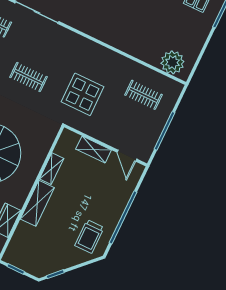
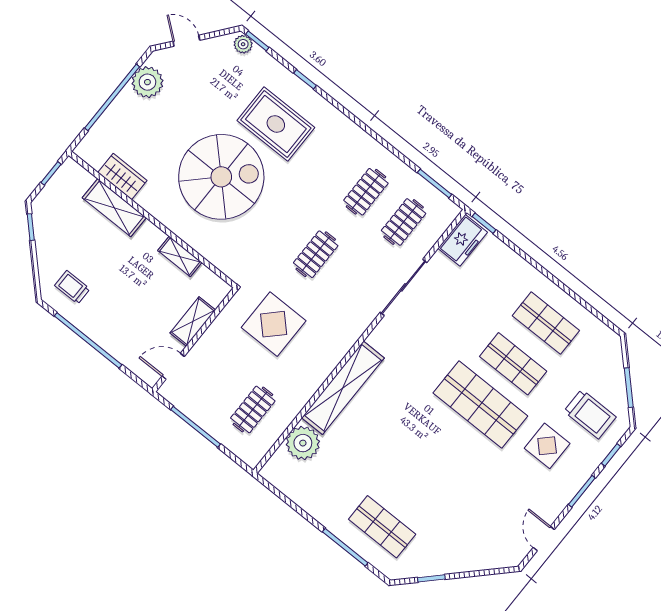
shelving: (115, 37) -> (343, 388), added
plant: (172, 62) -> (303, 443), moved
shelving: (37, 203) -> (114, 208), moved
trolley: (89, 237) -> (72, 287), width x0.73, depth x0.72

